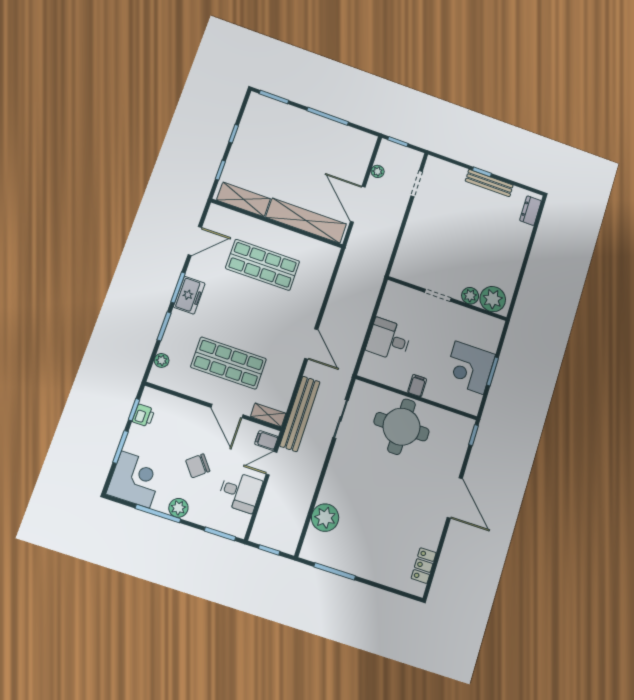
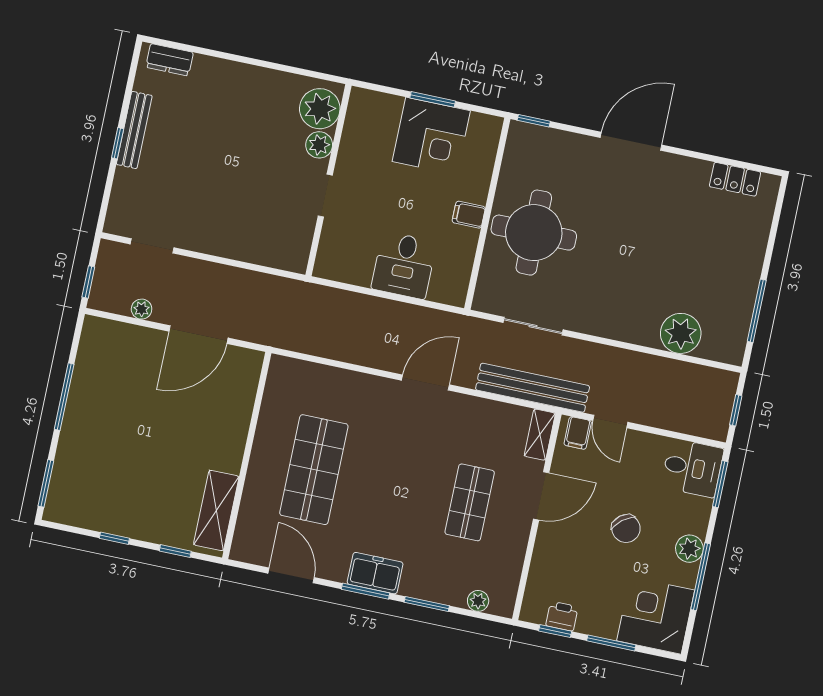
shelving: (306, 221) -> (236, 411), removed
shop shelf: (229, 363) -> (470, 502), width x0.70, depth x0.74
desk: (240, 492) -> (692, 468), moved, turned 90

